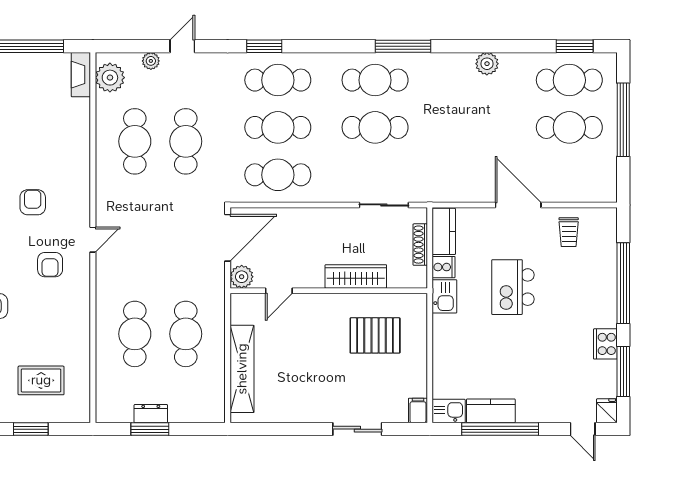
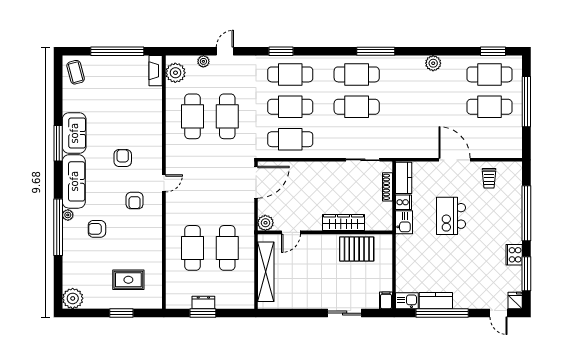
wardrobe: (356, 276) -> (344, 223), moved
plant: (242, 277) -> (265, 223), moved
door: (279, 291) -> (291, 232), moved
wall: (329, 291) -> (325, 232), moved

